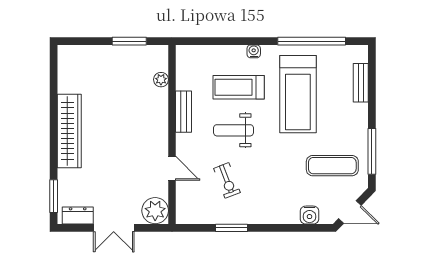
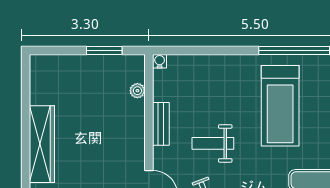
water cooler: (254, 51) -> (160, 61), moved
treadmill: (239, 87) -> (218, 99), removed

